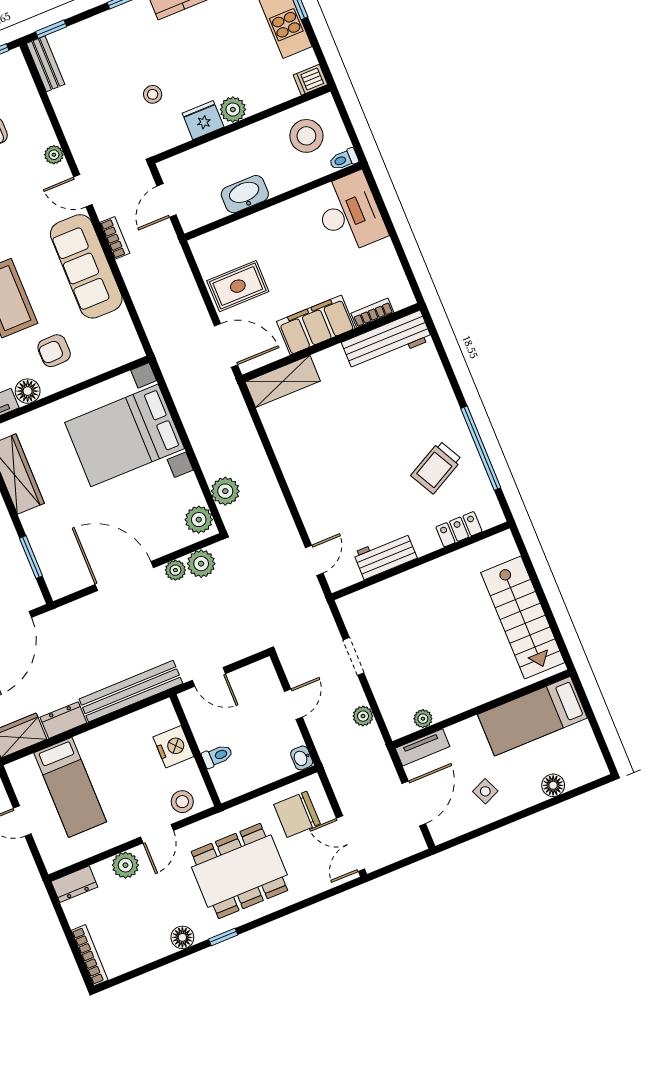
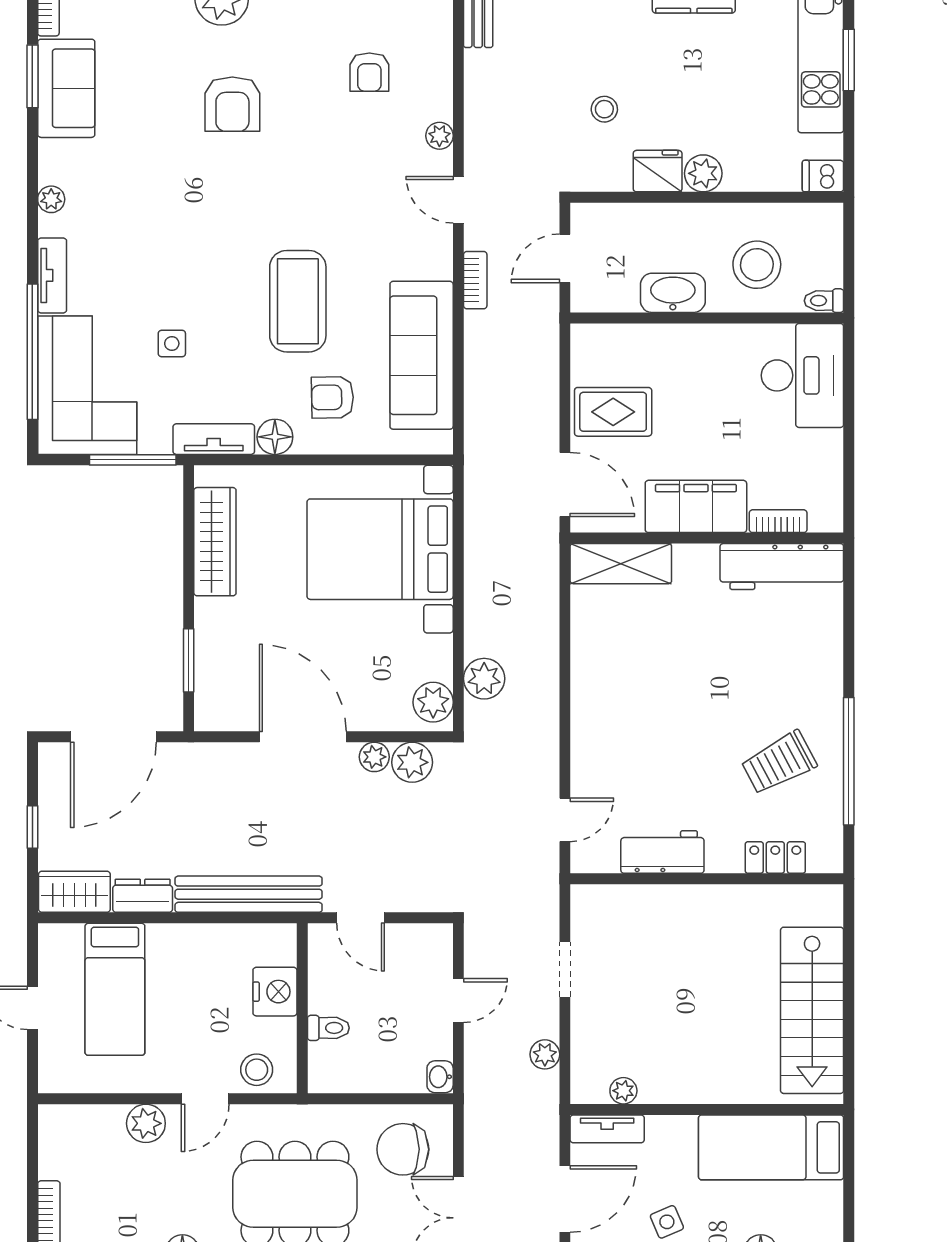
stool: (306, 136) -> (757, 265), moved
sofa: (86, 266) -> (422, 355), moved
dresser: (74, 884) -> (67, 1121), removed

